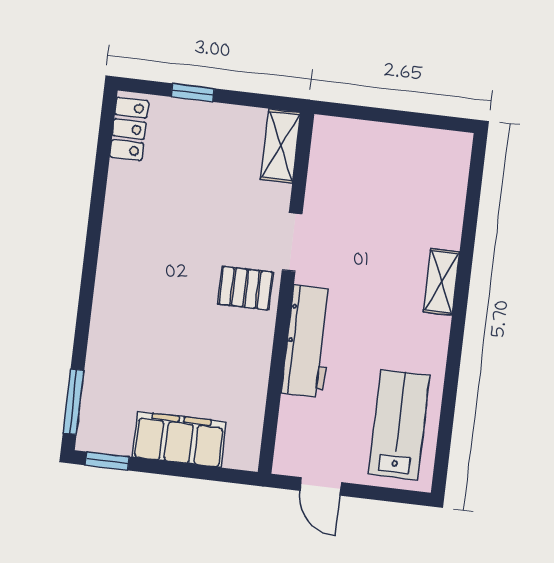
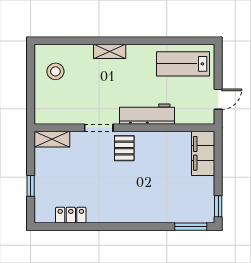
locker: (129, 129) -> (71, 215), moved
stool: (414, 169) -> (55, 71), added
filing cabinet: (179, 439) -> (203, 153), moved

